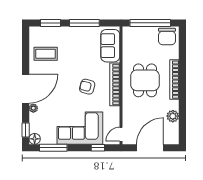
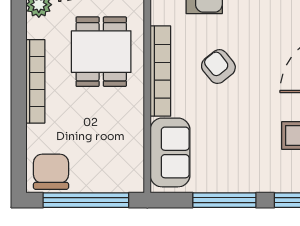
dining table: (145, 80) -> (101, 52), moved
armchair: (87, 87) -> (218, 67), turned -143

